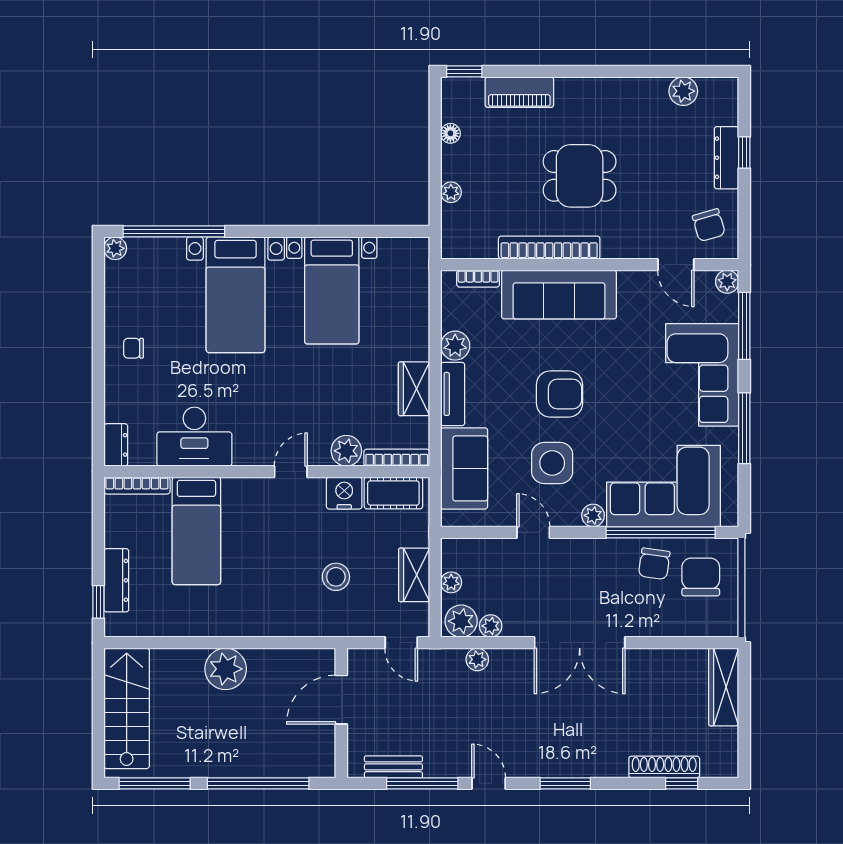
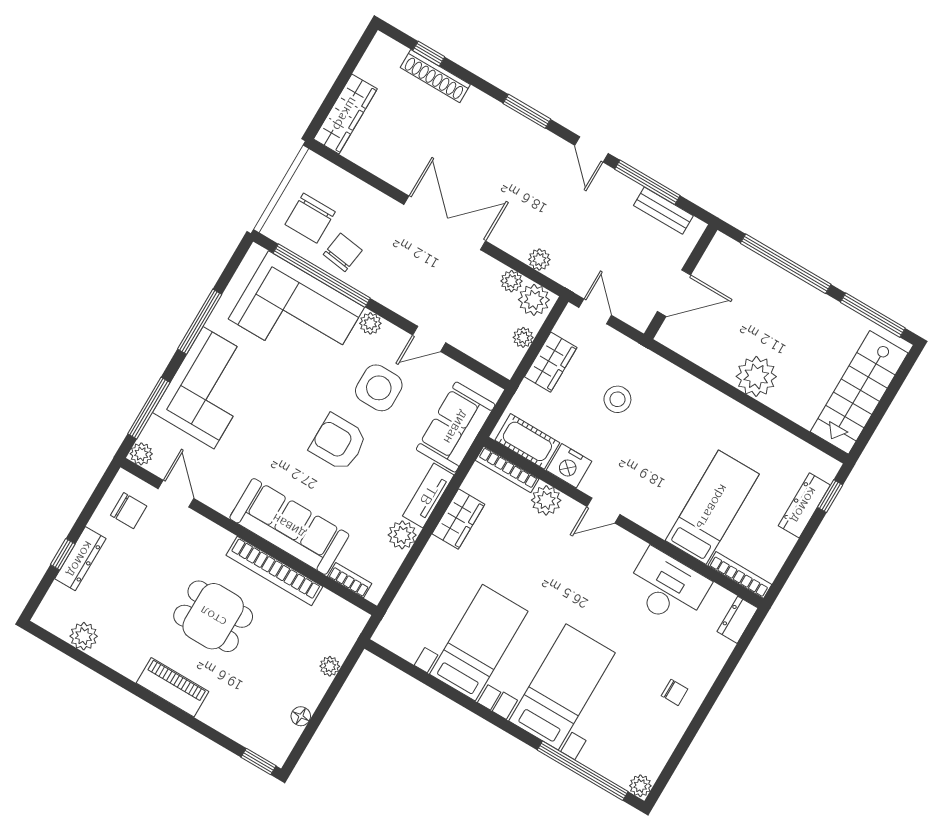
piano: (519, 92) -> (173, 687), moved
chair: (709, 225) -> (129, 511), turned 106
door: (533, 532) -> (429, 339), hinge flipped

